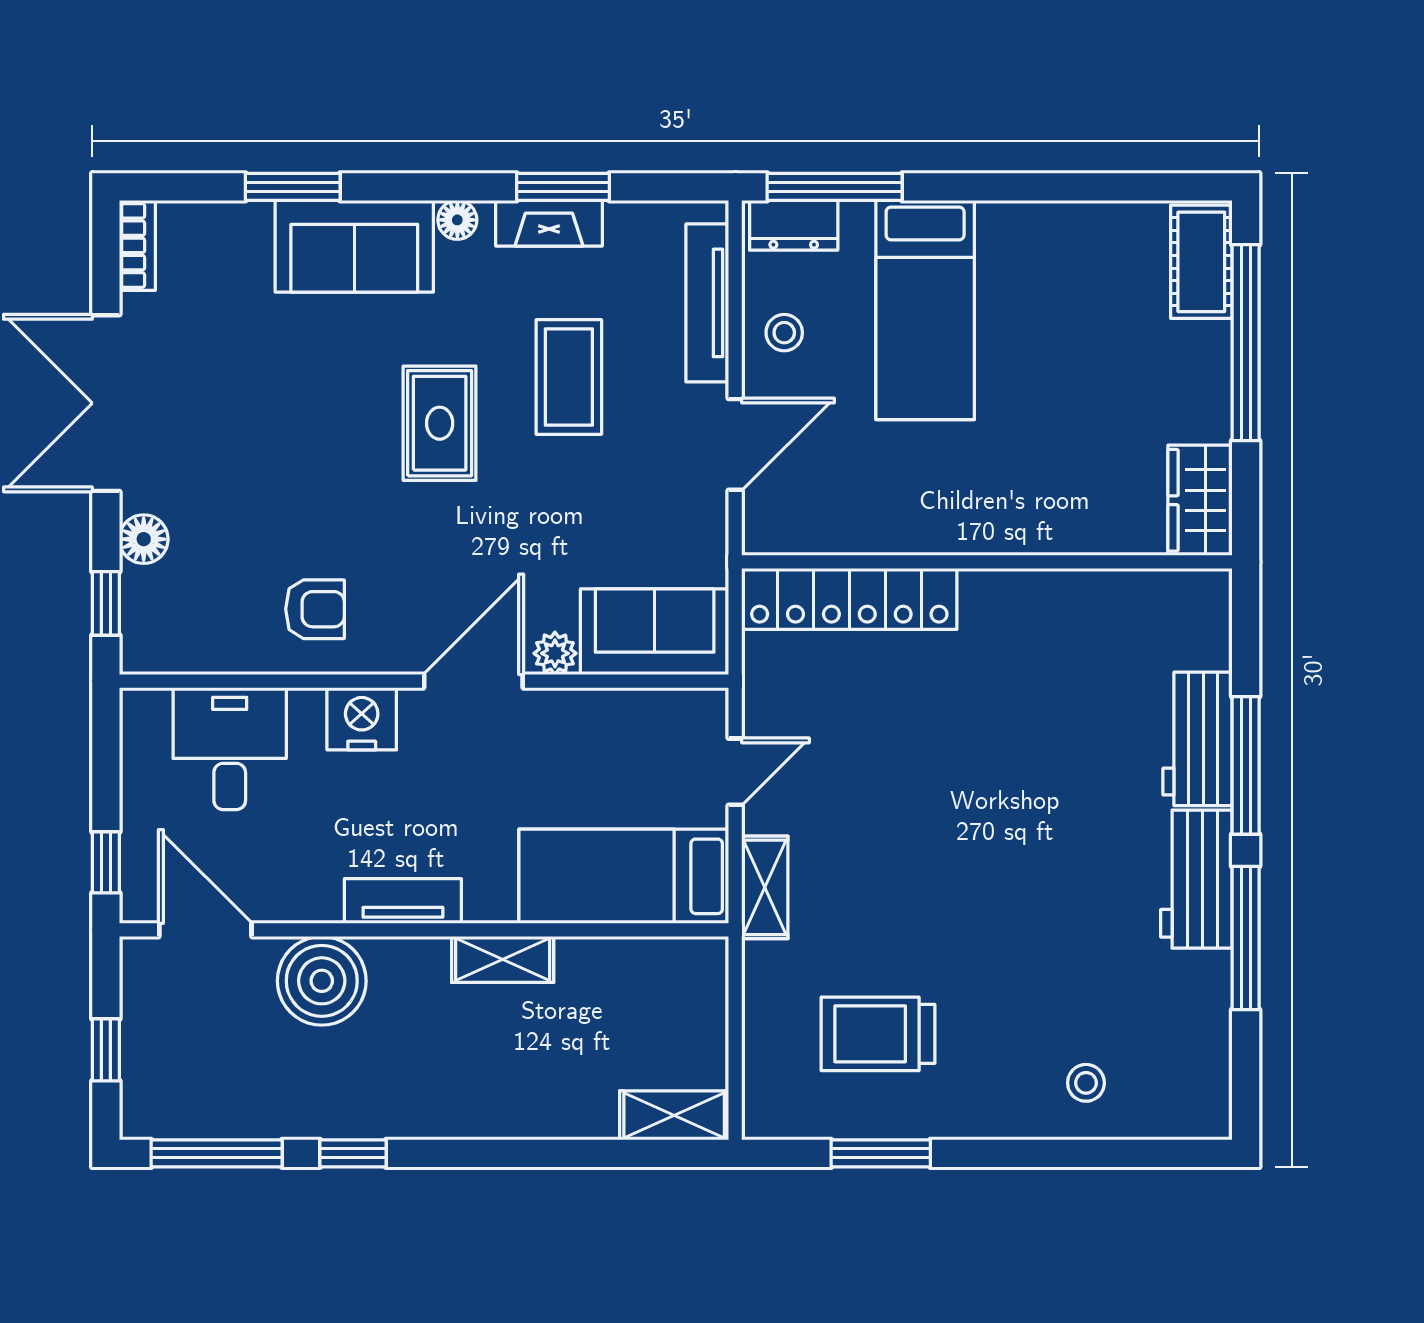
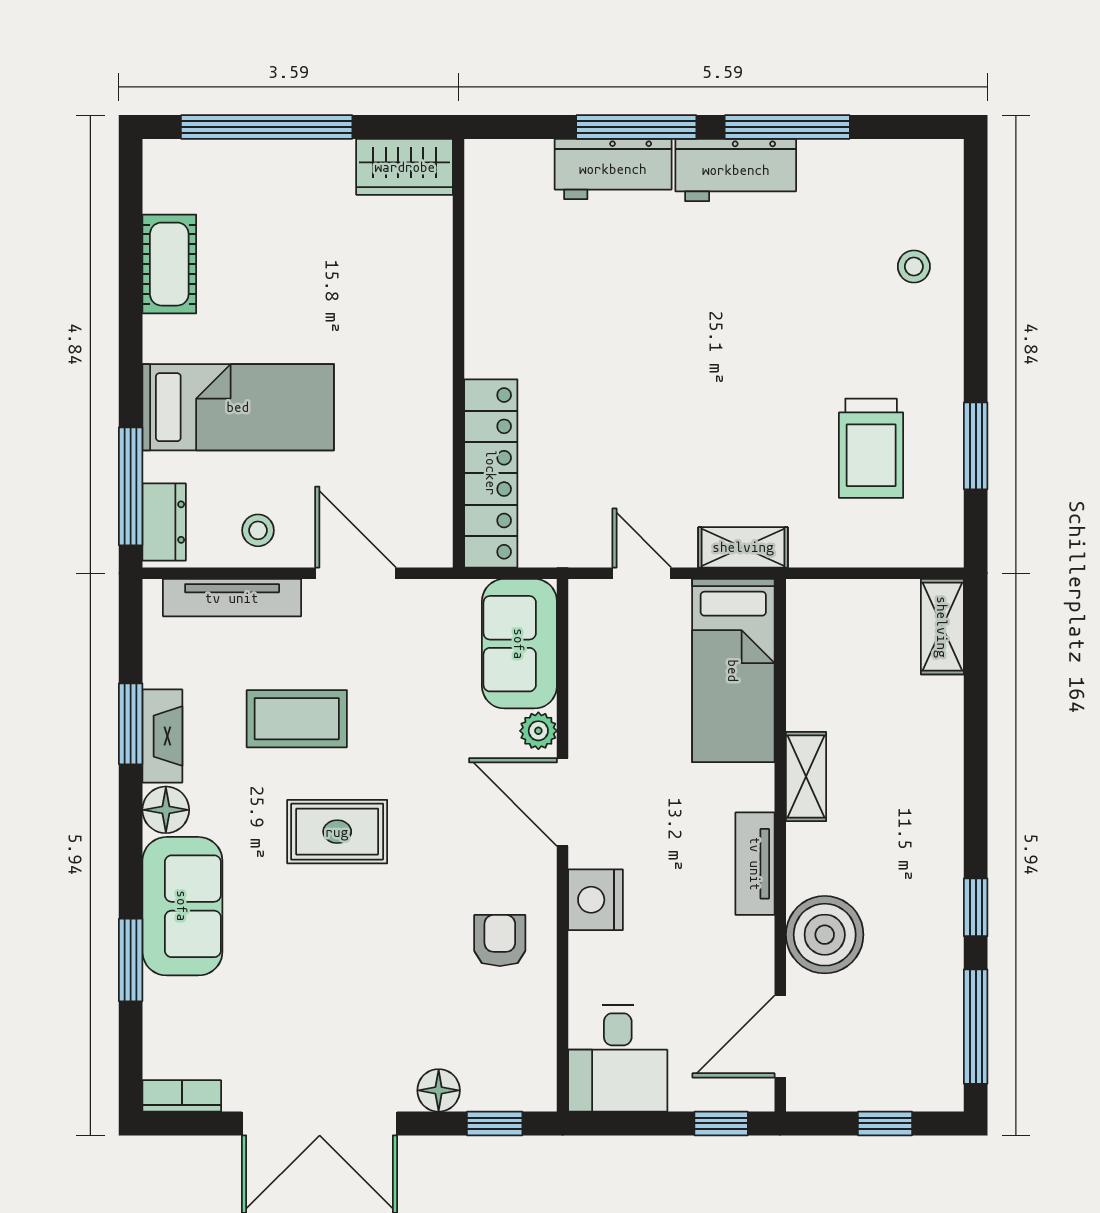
floor lamp: (457, 220) -> (166, 810), width x1.37, depth x1.37
cot: (1201, 262) -> (169, 264), moved, turned 90
desk: (230, 749) -> (618, 1058), moved, turned -90

